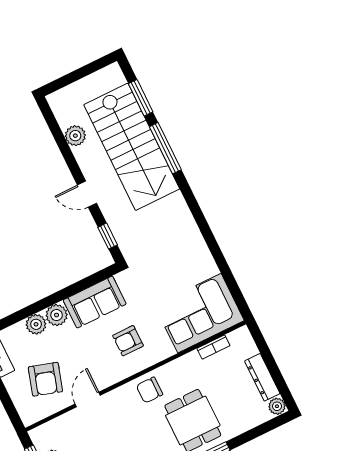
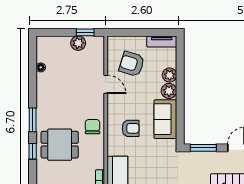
window: (108, 236) -> (203, 148), width x1.50
armchair: (128, 341) -> (131, 128), turned 90

